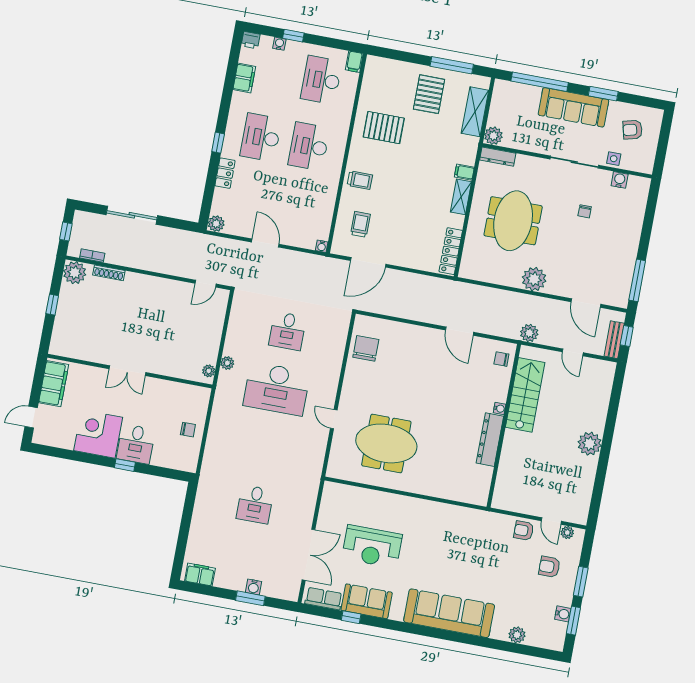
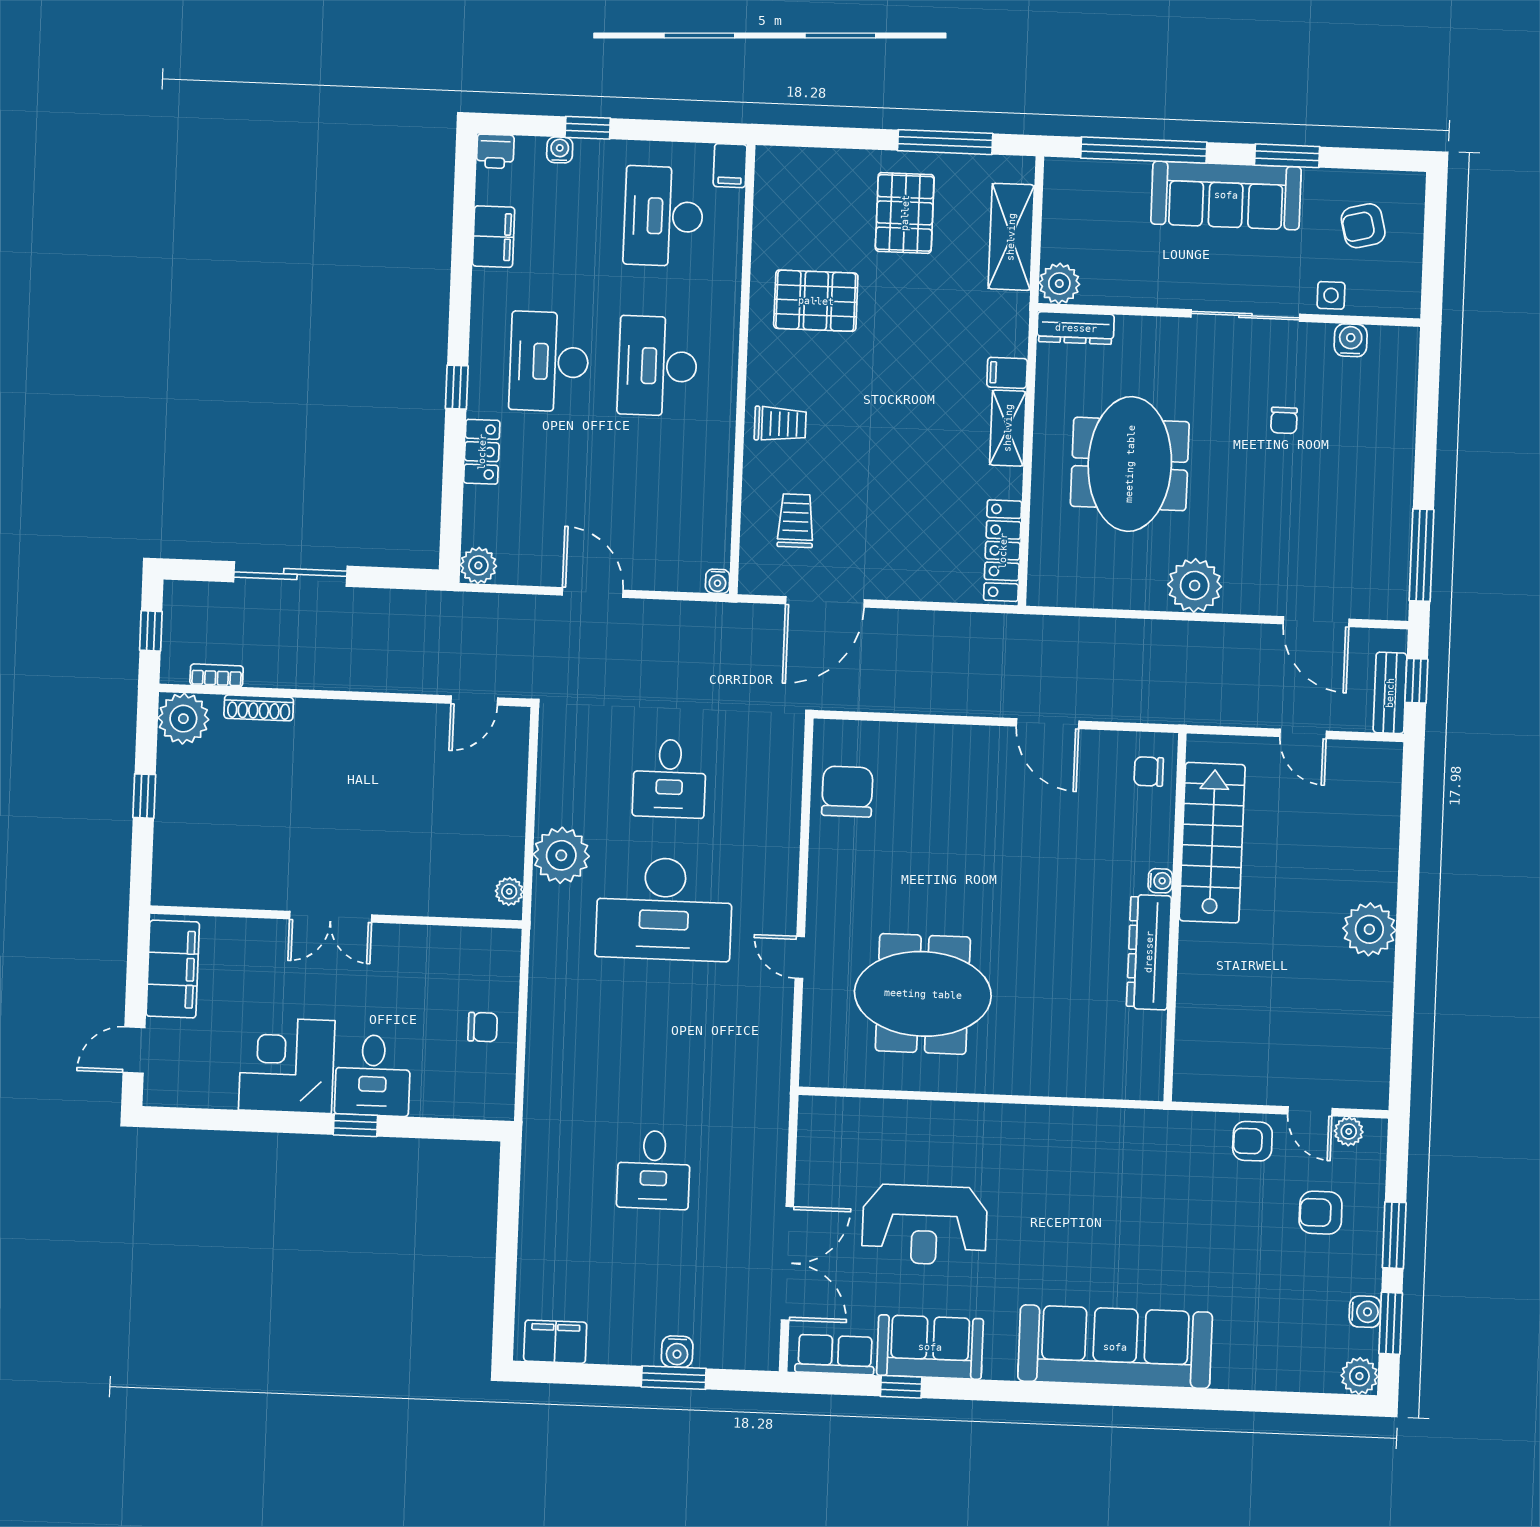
plant: (529, 333) -> (1201, 705), removed
plant: (227, 363) -> (561, 855), width x1.88, depth x1.88
plant: (517, 635) -> (1359, 1376), moved

